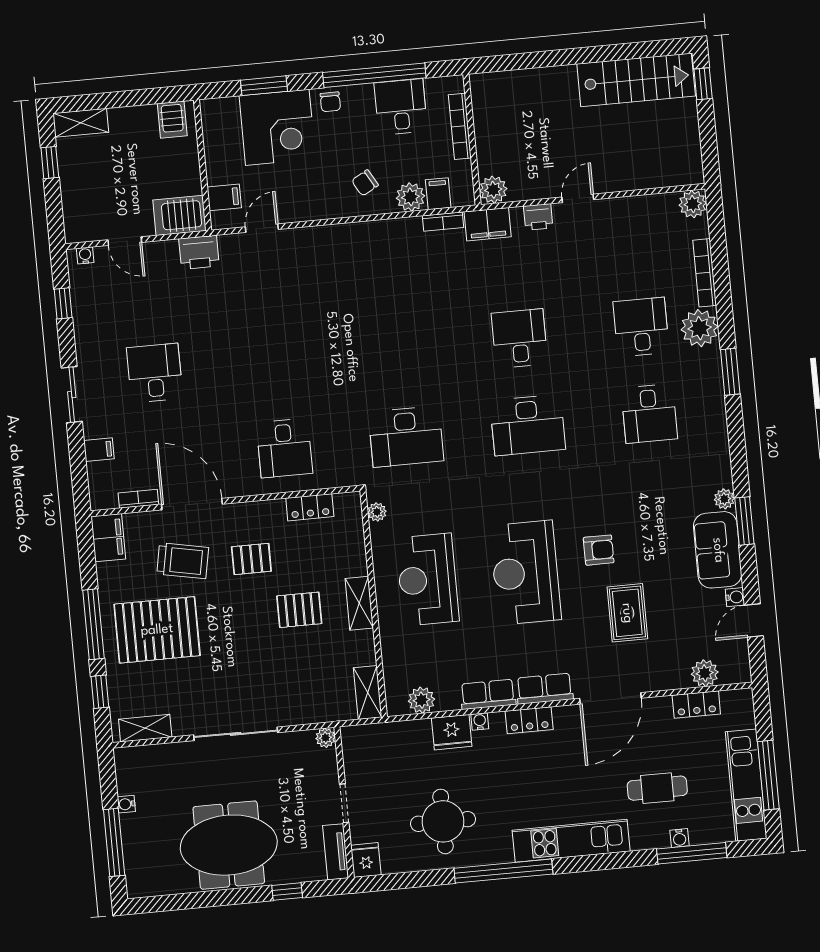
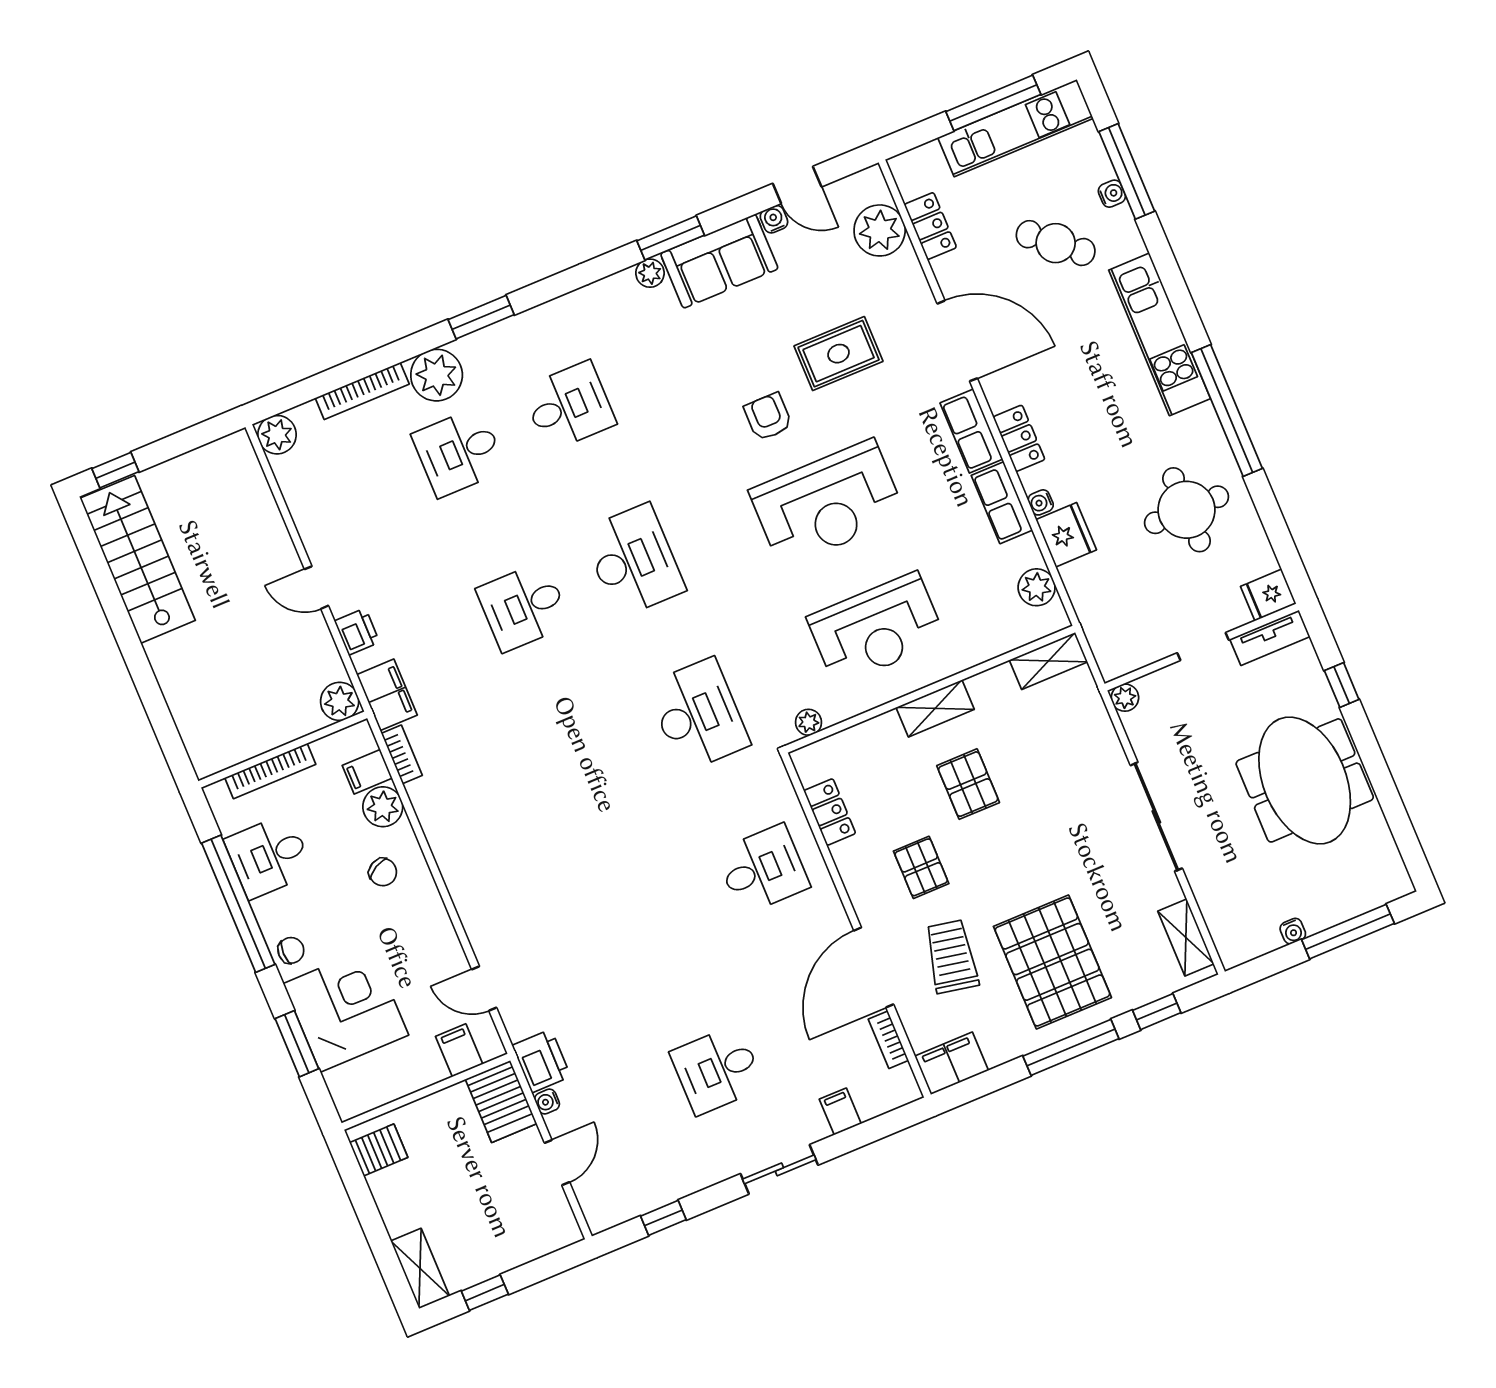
water cooler: (85, 255) -> (547, 1102), moved
plant: (705, 673) -> (880, 230), width x1.36, depth x1.36
cafe table: (657, 788) -> (1056, 243), turned -49

